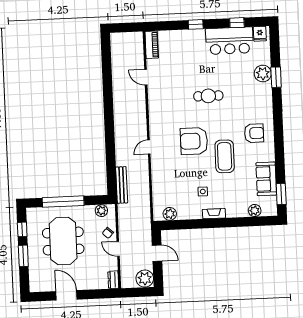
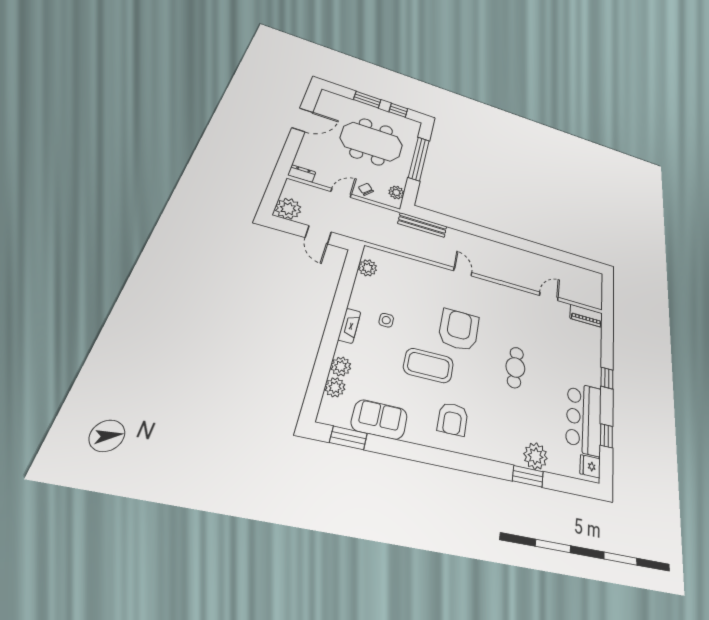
plant: (241, 211) -> (341, 366), added
door: (157, 253) -> (318, 235), hinge flipped

